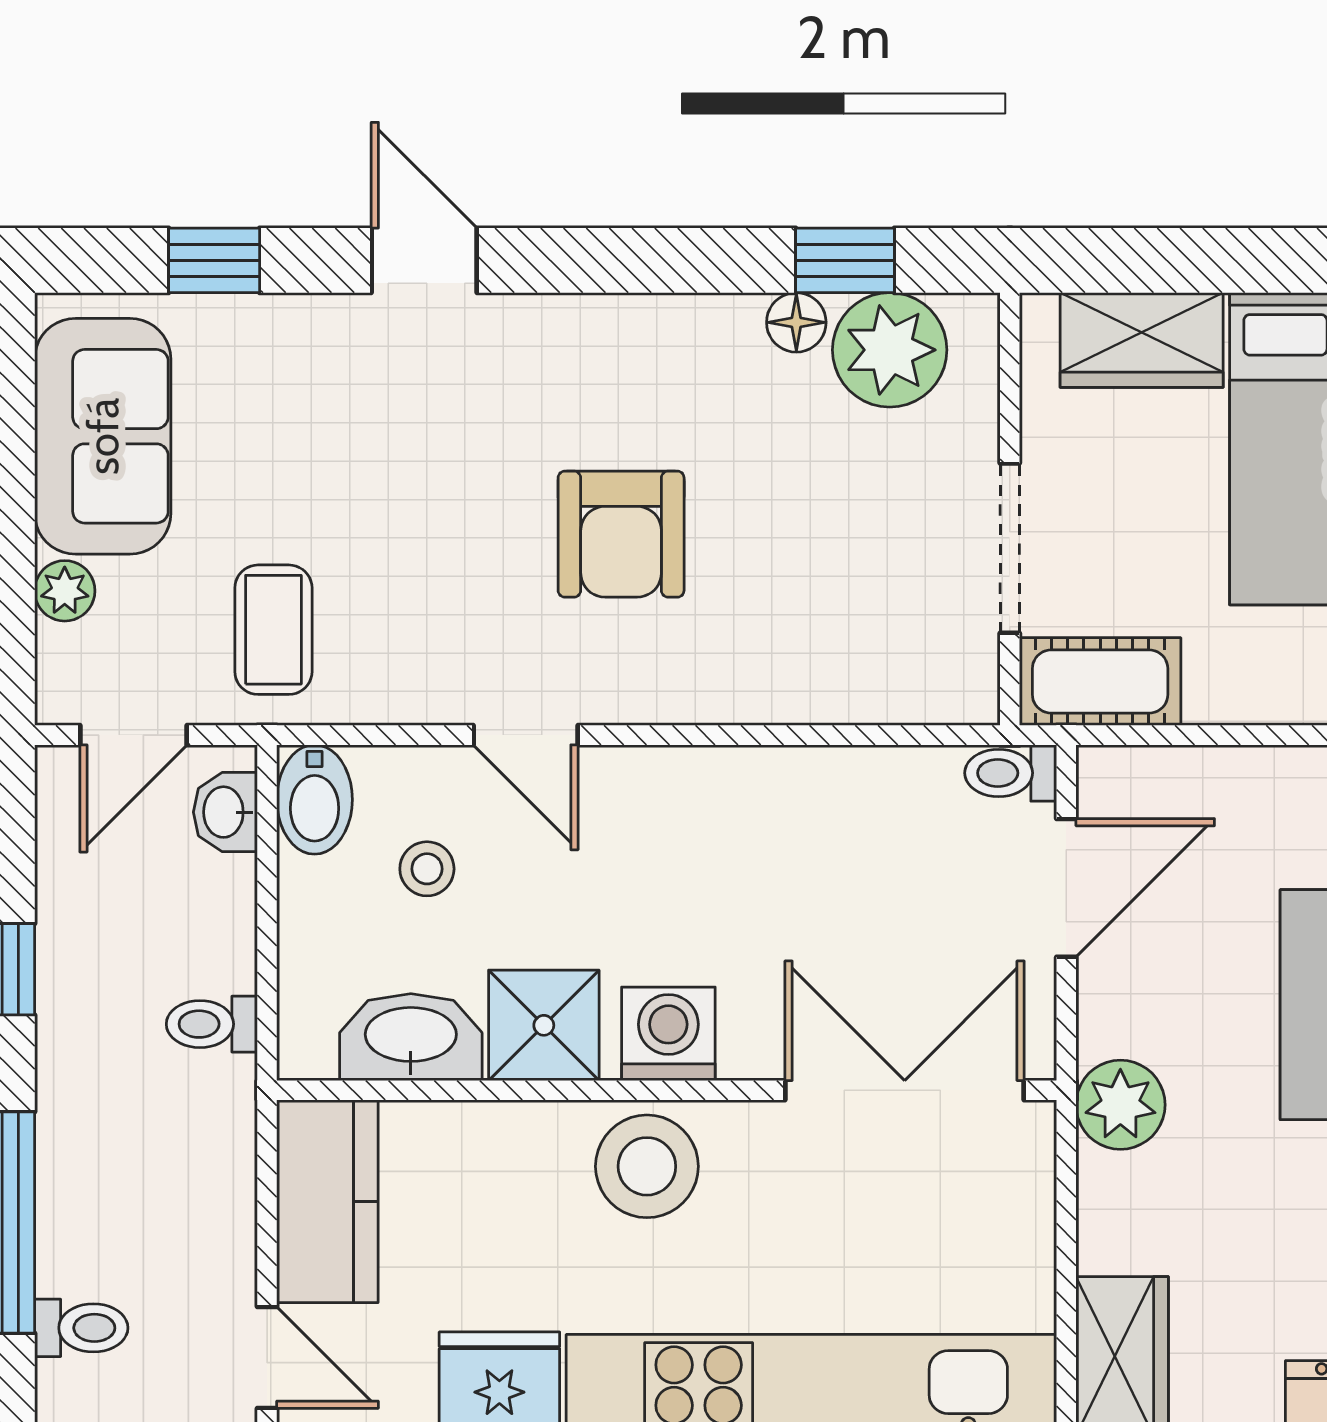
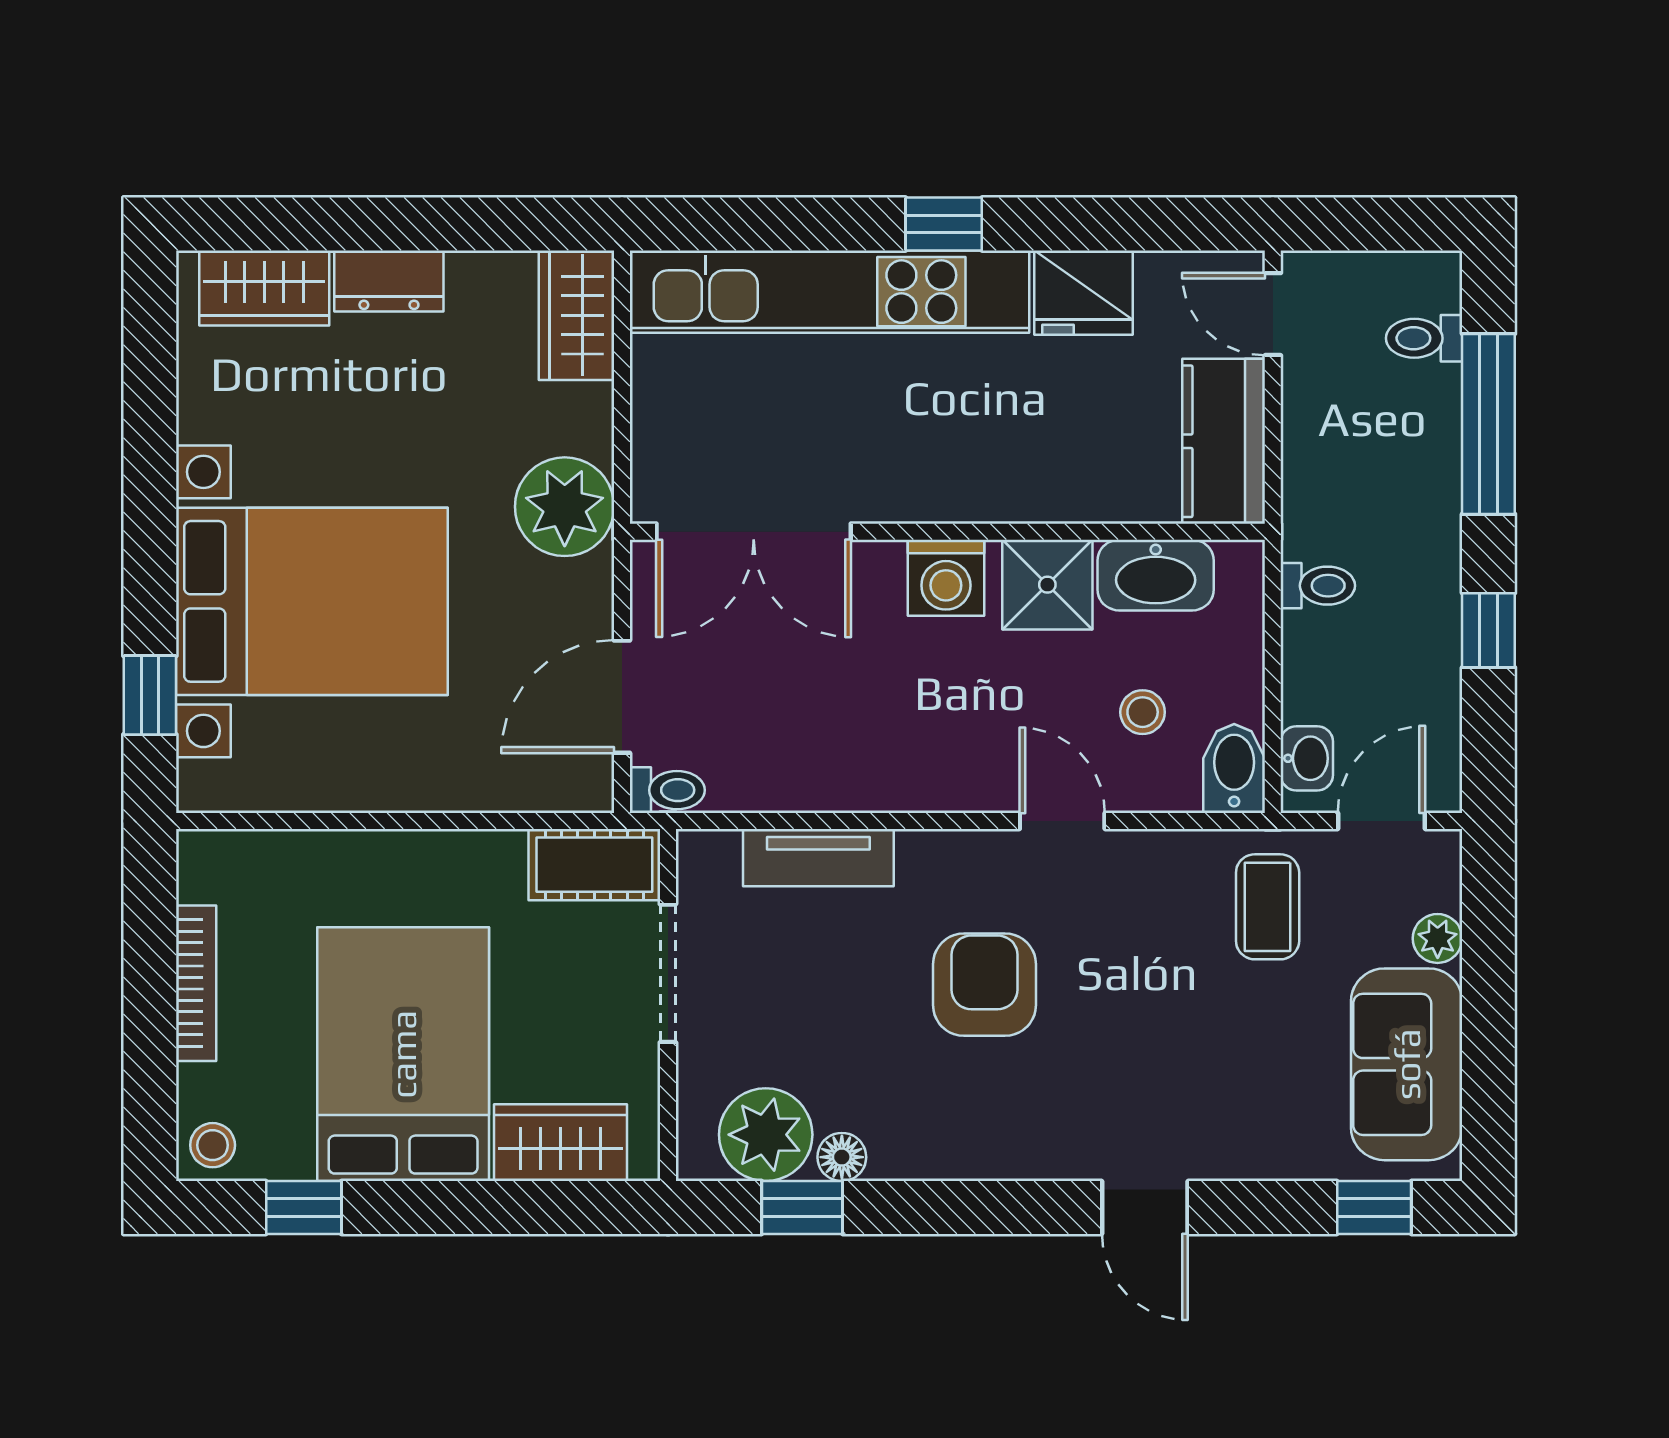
window: (214, 260) -> (1374, 1208), moved
tv unit: (825, 690) -> (818, 858), added
plant: (1120, 1105) -> (565, 507), width x1.36, depth x1.36
stool: (647, 1166) -> (963, 470), removed

